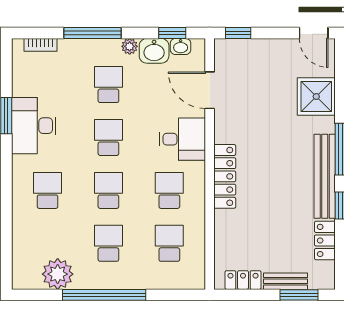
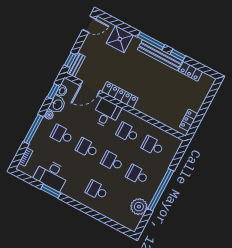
desk: (34, 126) -> (52, 175), moved
locker: (225, 176) -> (120, 95), moved
bench: (285, 281) -> (76, 65), moved
window: (299, 295) -> (210, 97), removed

